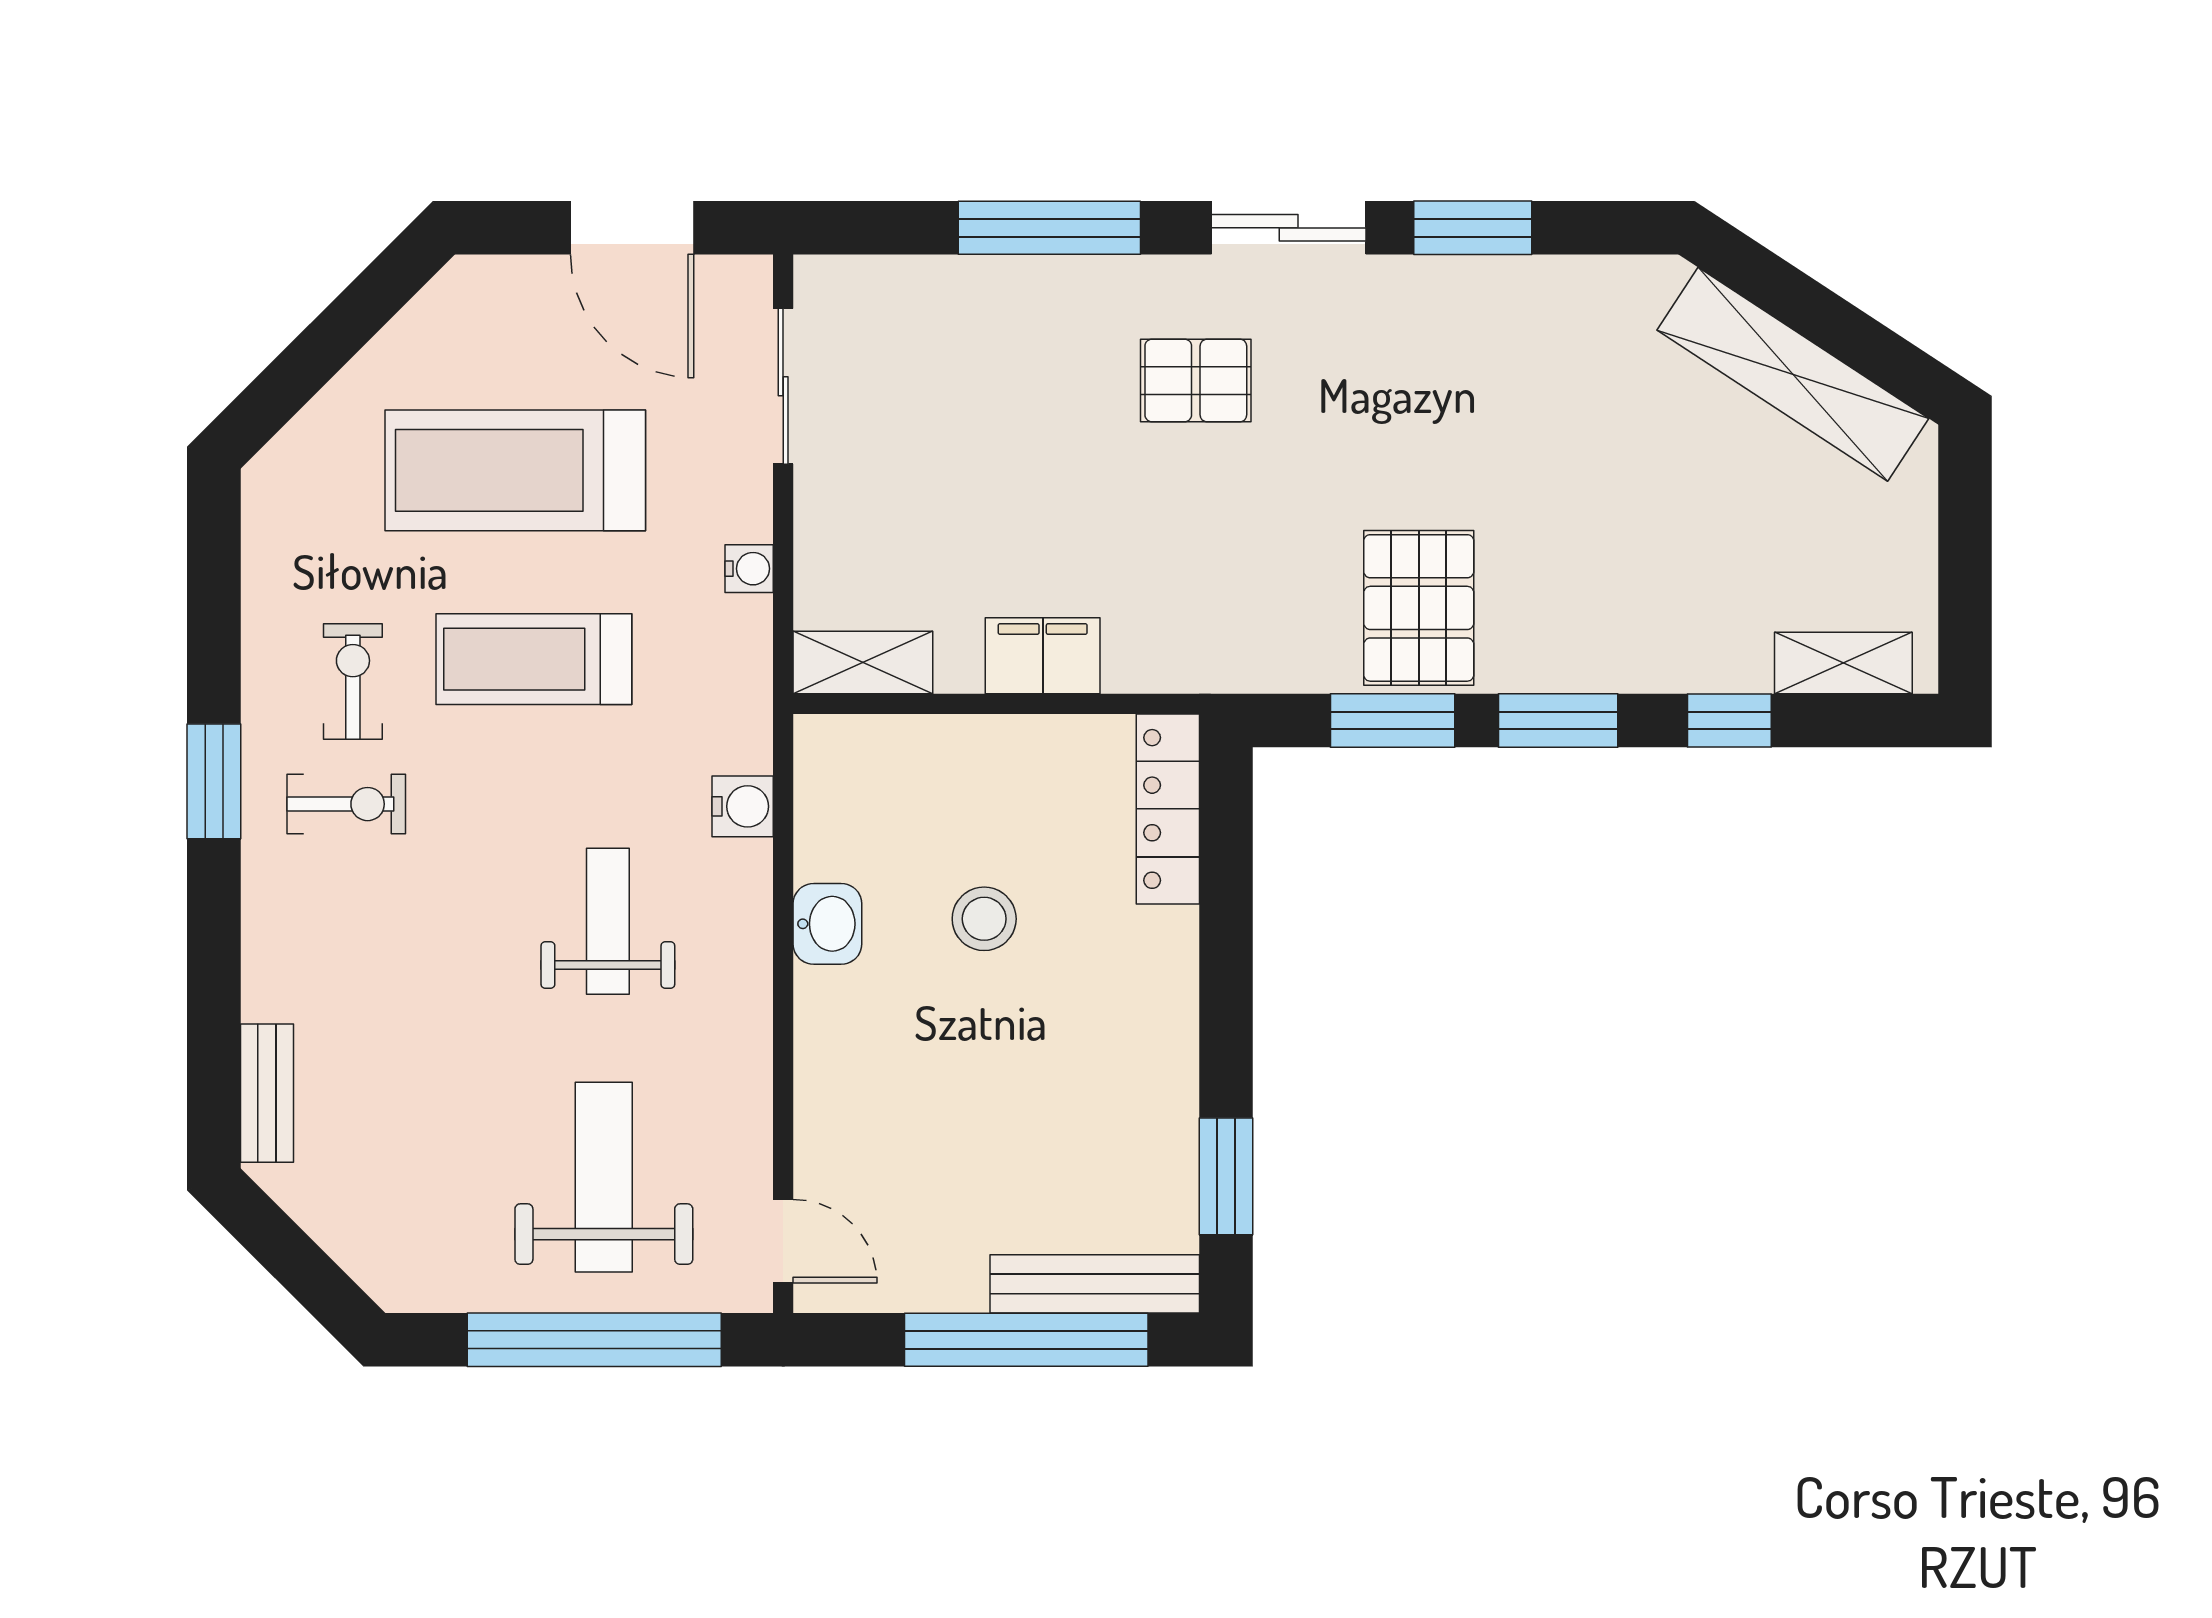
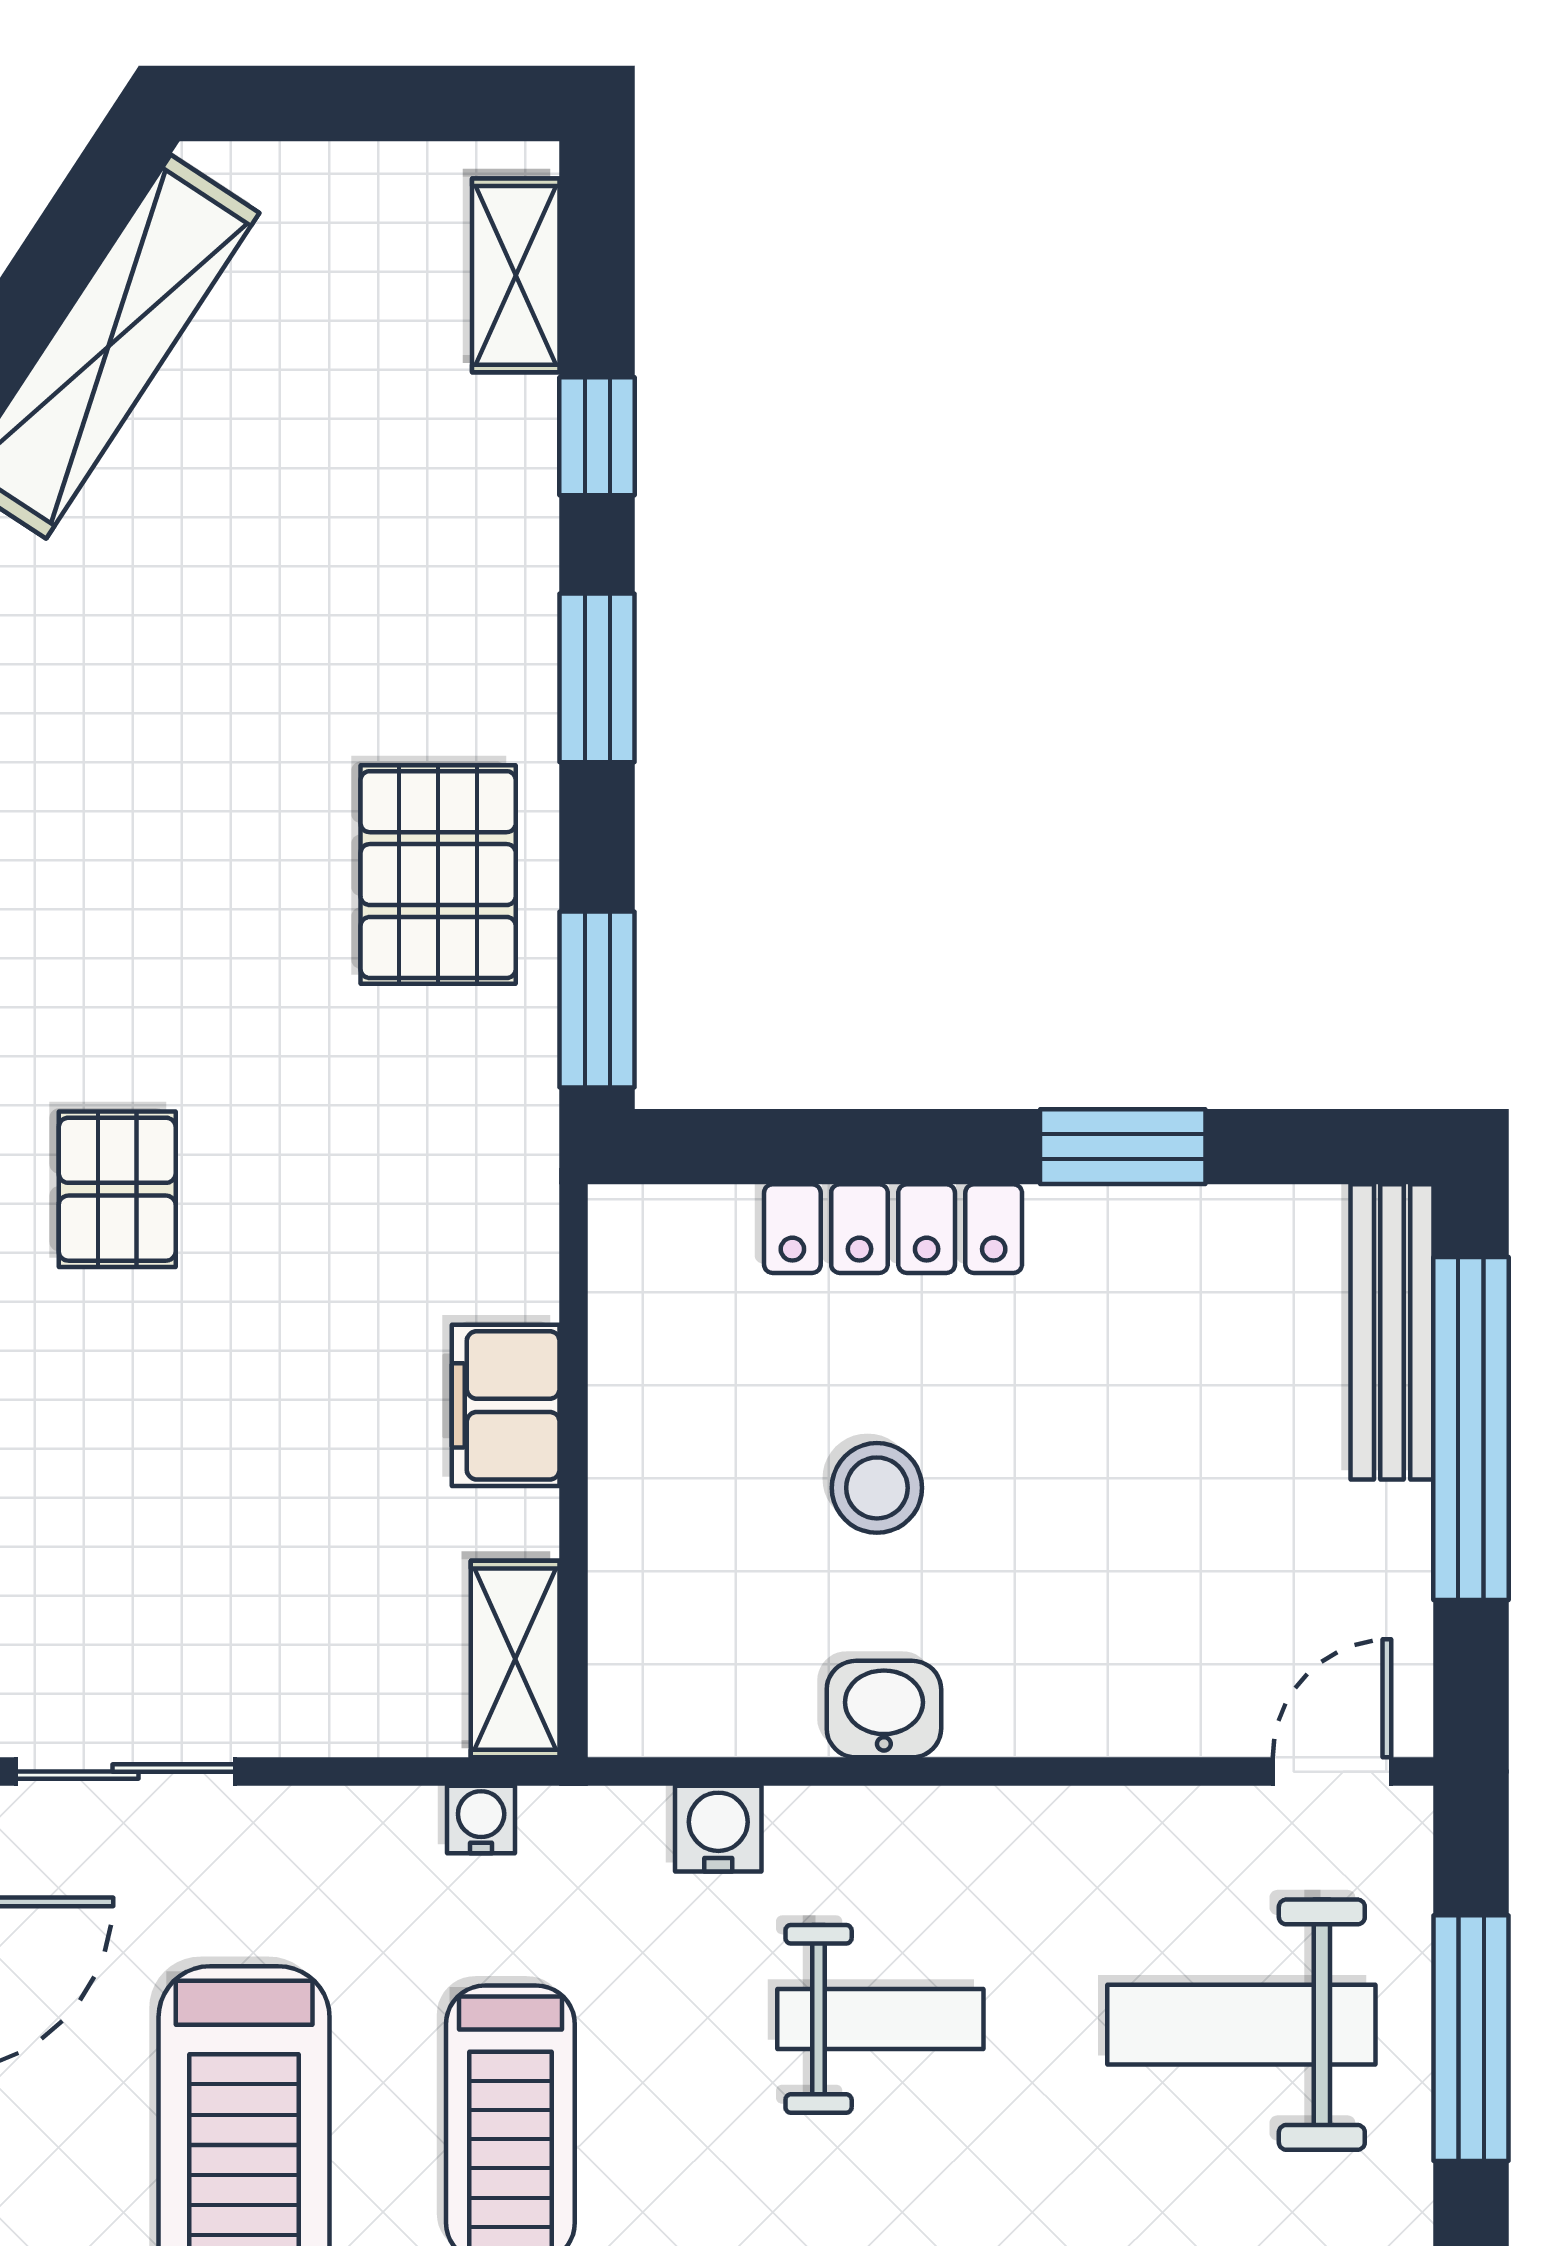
water cooler: (749, 569) -> (481, 1820), moved
pallet: (1419, 608) -> (438, 875), turned 90
window: (1393, 721) -> (597, 999), moved
locker: (1168, 809) -> (893, 1229), moved
weight bench: (608, 921) -> (880, 2019), turned 180
window: (1226, 1176) -> (1123, 1147), moved
window: (594, 1340) -> (1471, 2038), width x0.68

